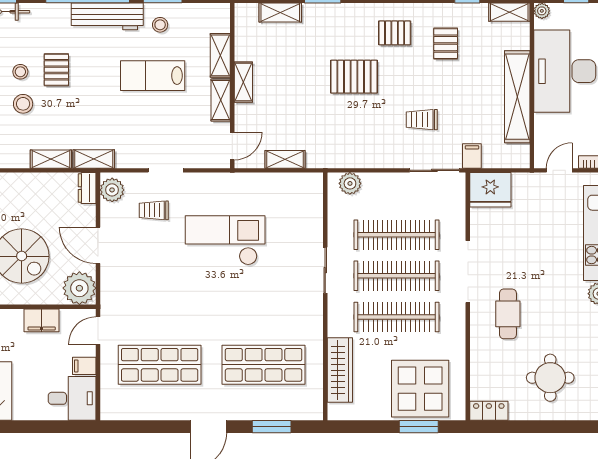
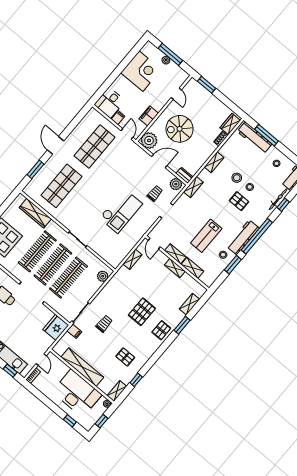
pallet: (395, 33) -> (161, 330), moved
lab bench: (153, 76) -> (206, 236), turned 180
shelving: (51, 159) -> (214, 162), moved

